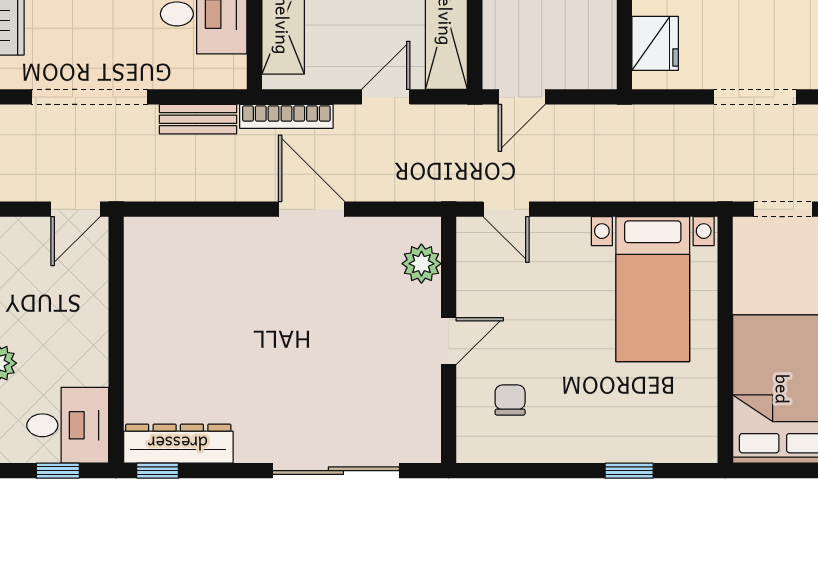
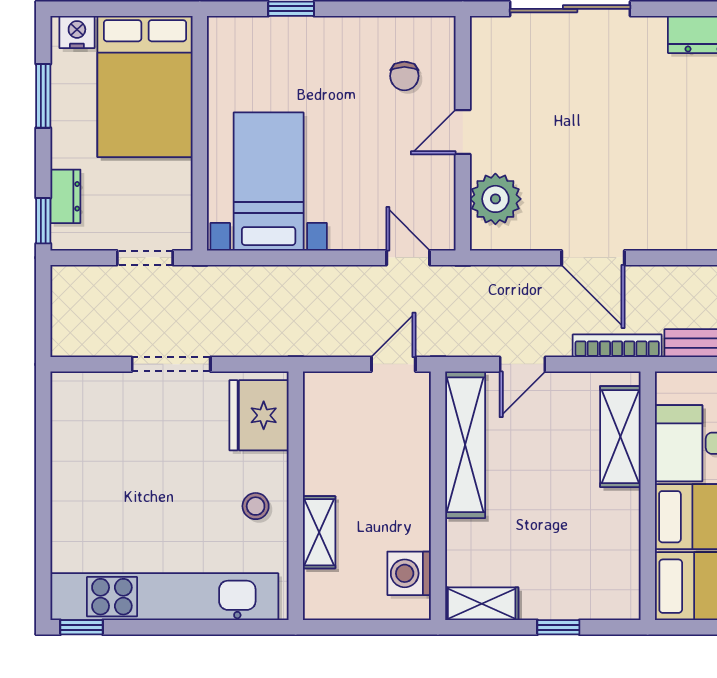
fridge: (655, 43) -> (259, 415), width x1.36, depth x1.34
plant: (421, 264) -> (495, 199), width x1.36, depth x1.36

